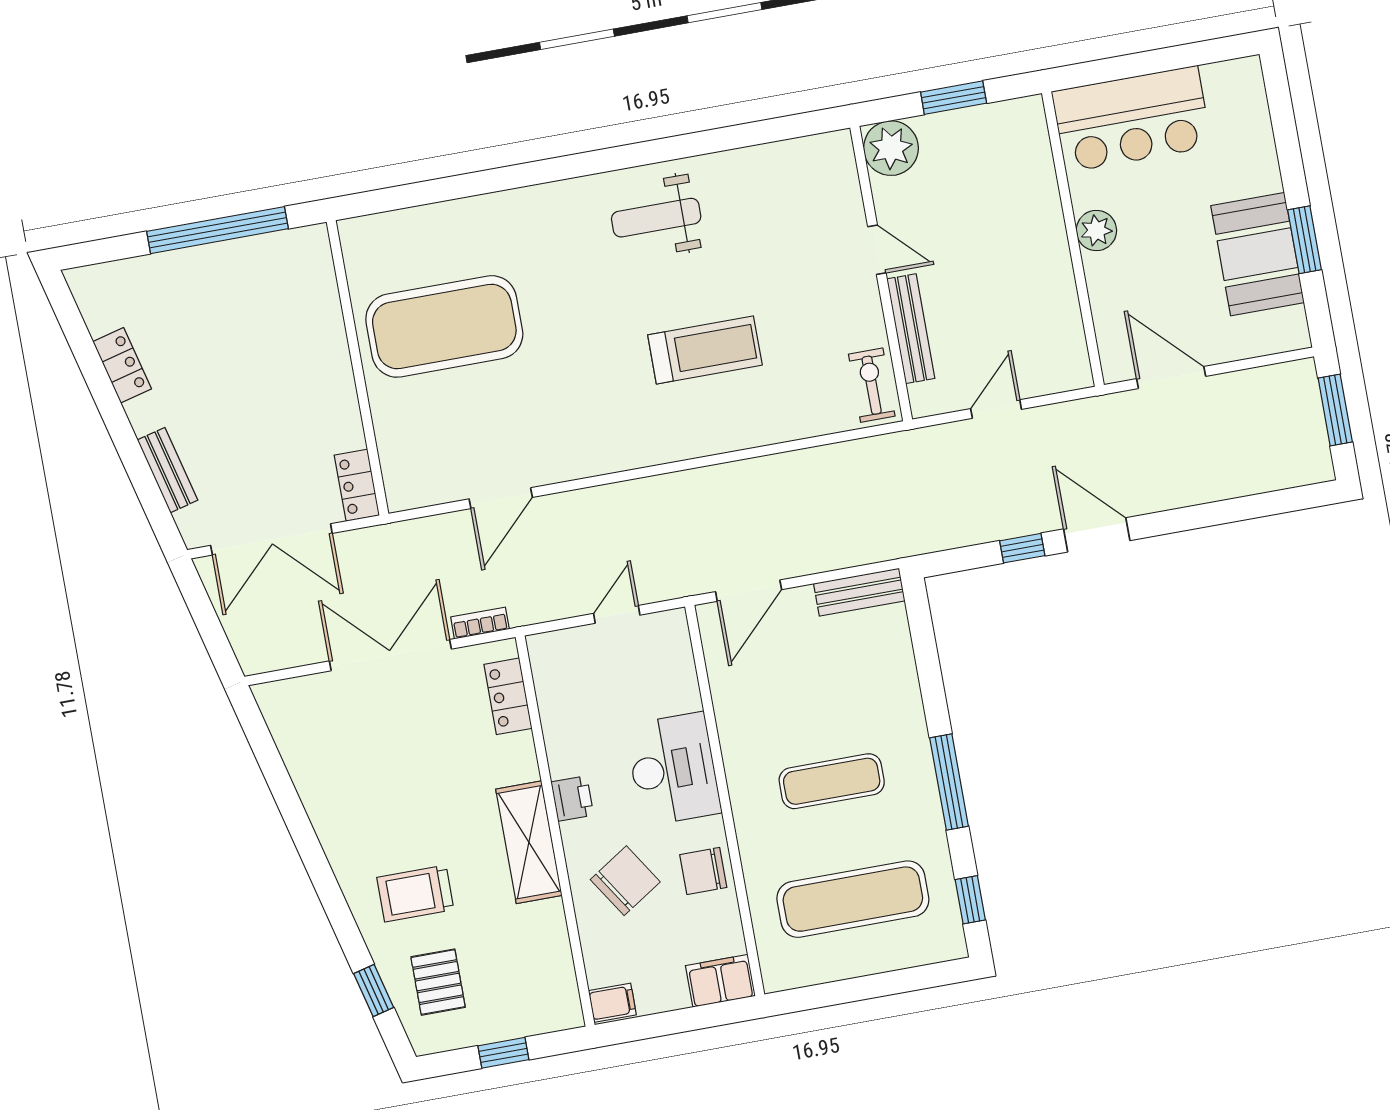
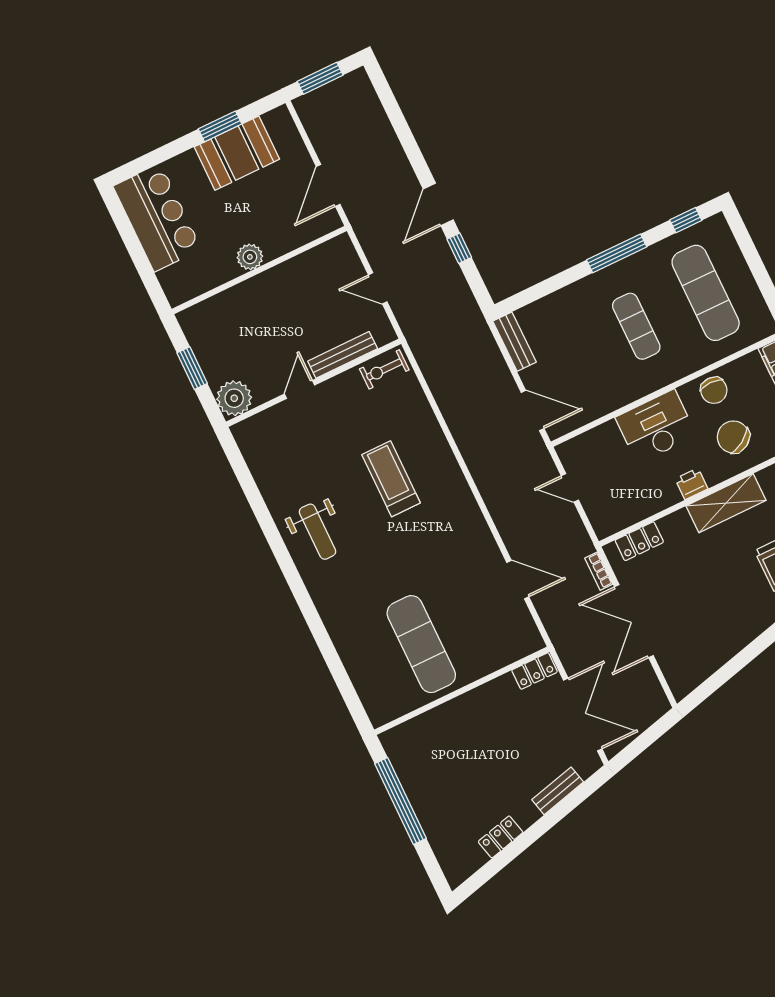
bar counter: (1132, 119) -> (157, 218), moved
exercise mat: (444, 326) -> (421, 644), width x0.68

